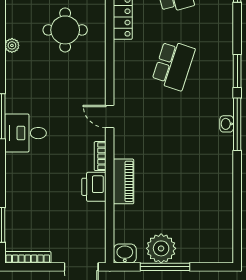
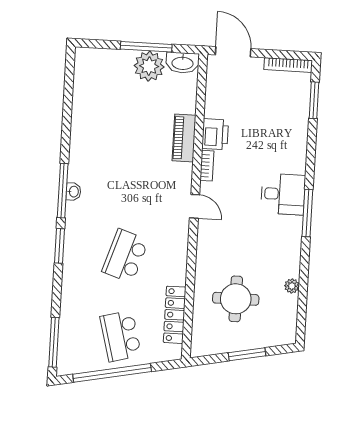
washbasin: (125, 253) -> (183, 63), width x1.38

